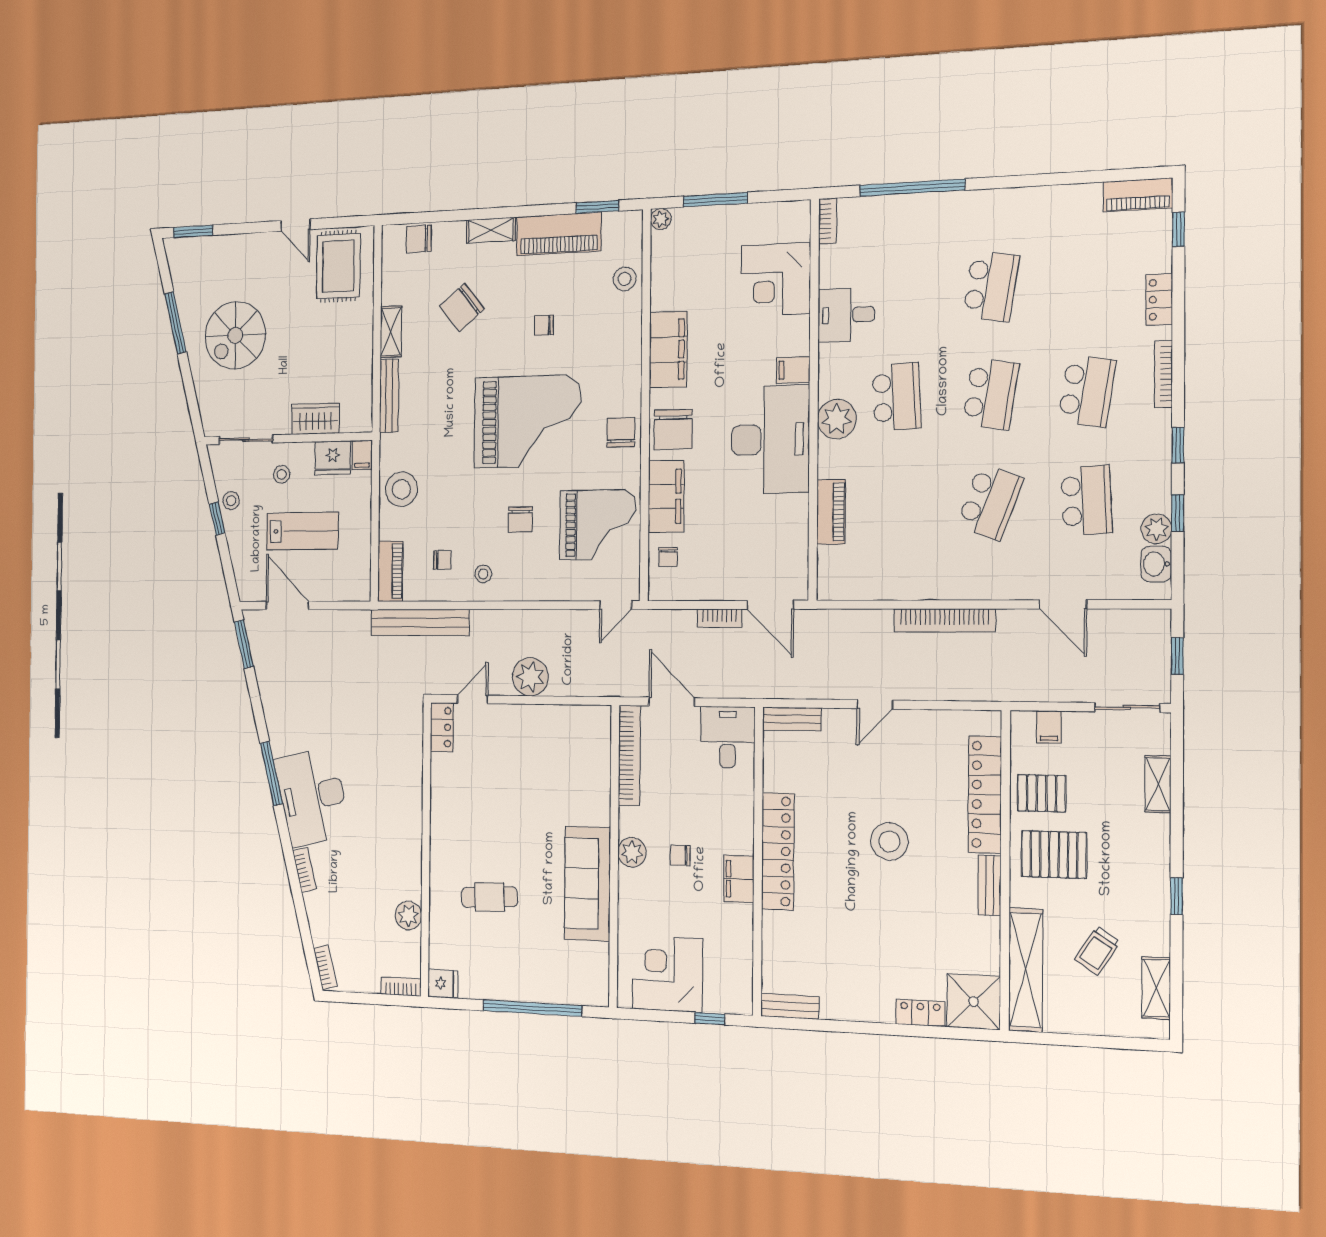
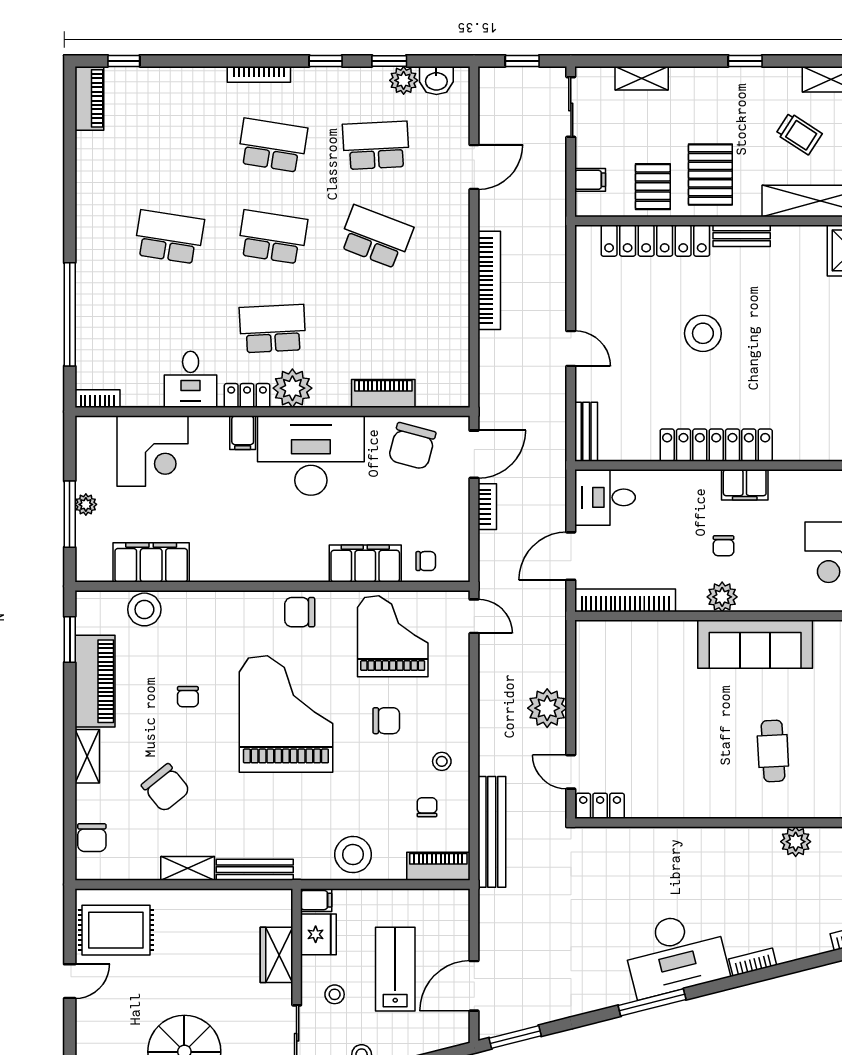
plant: (661, 219) -> (86, 504), moved
stool: (625, 279) -> (144, 609), width x1.38, depth x1.38
locker: (1159, 299) -> (247, 396), moved, turned 180
filing cabinet: (668, 350) -> (151, 562), moved
chair: (673, 429) -> (412, 446), moved, turned 105

